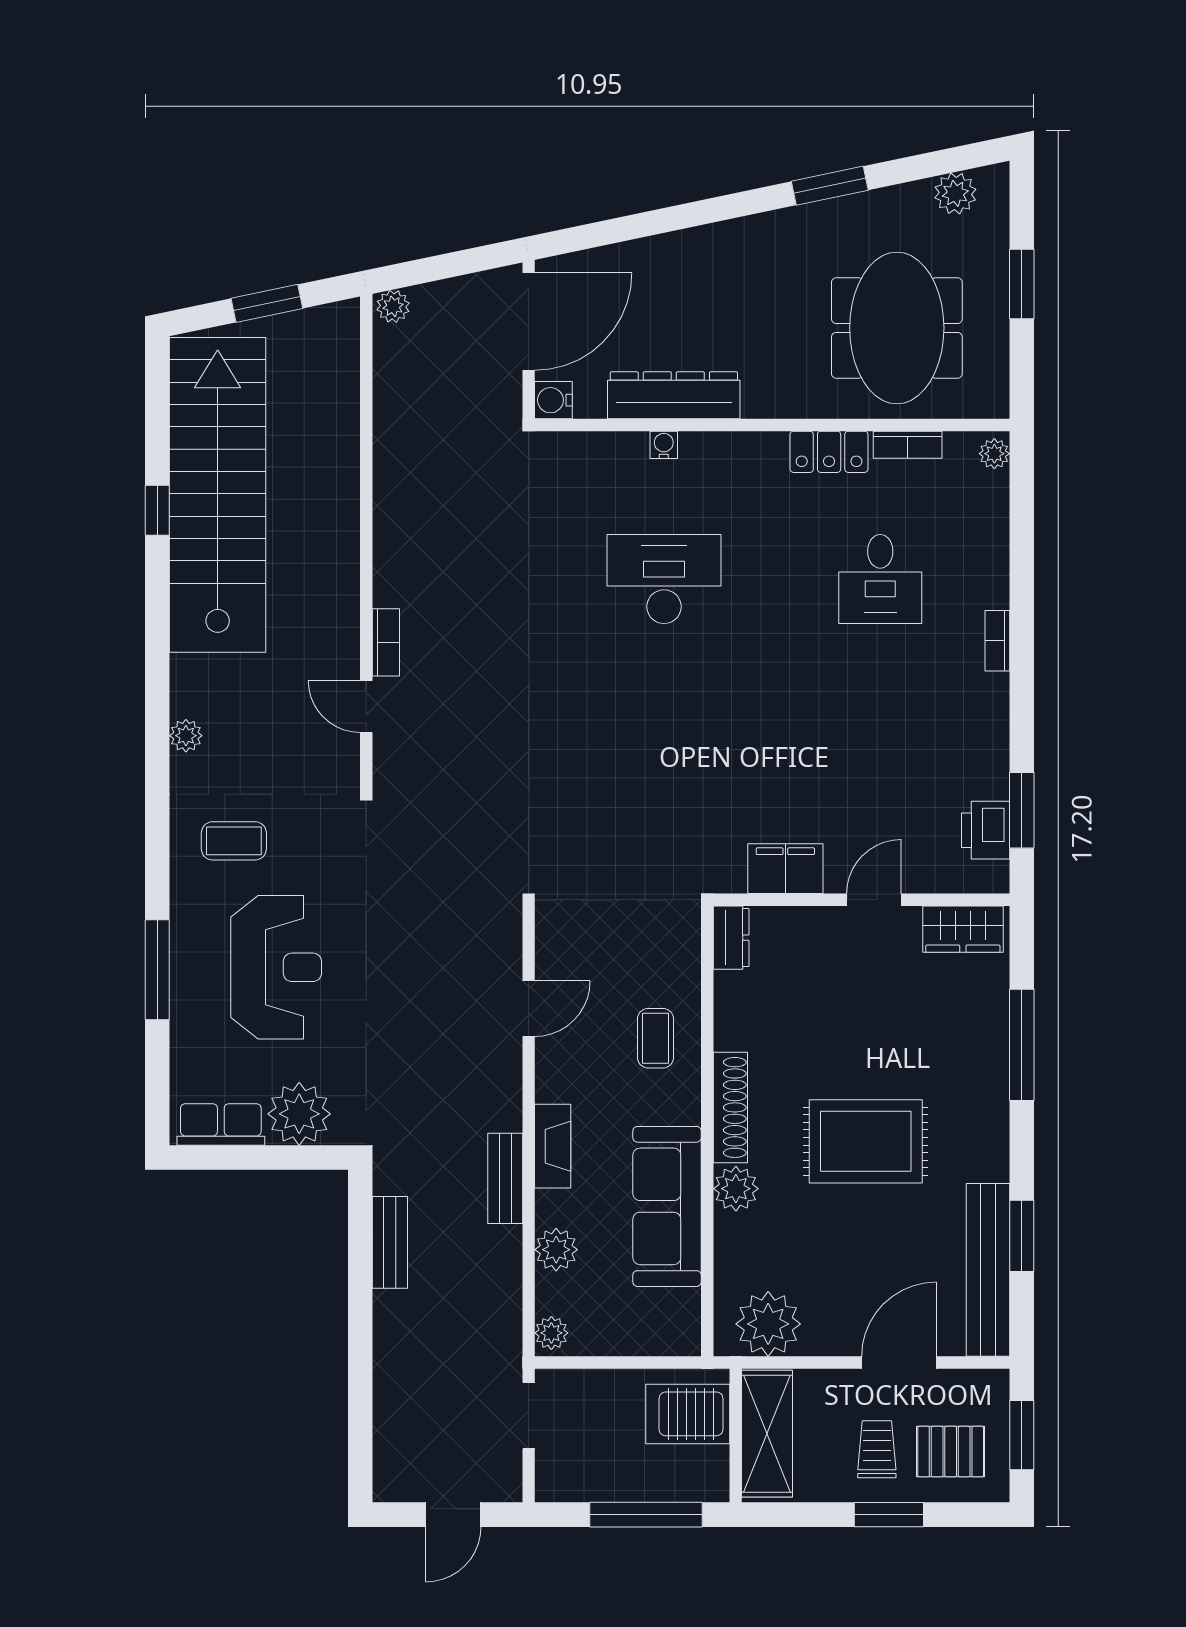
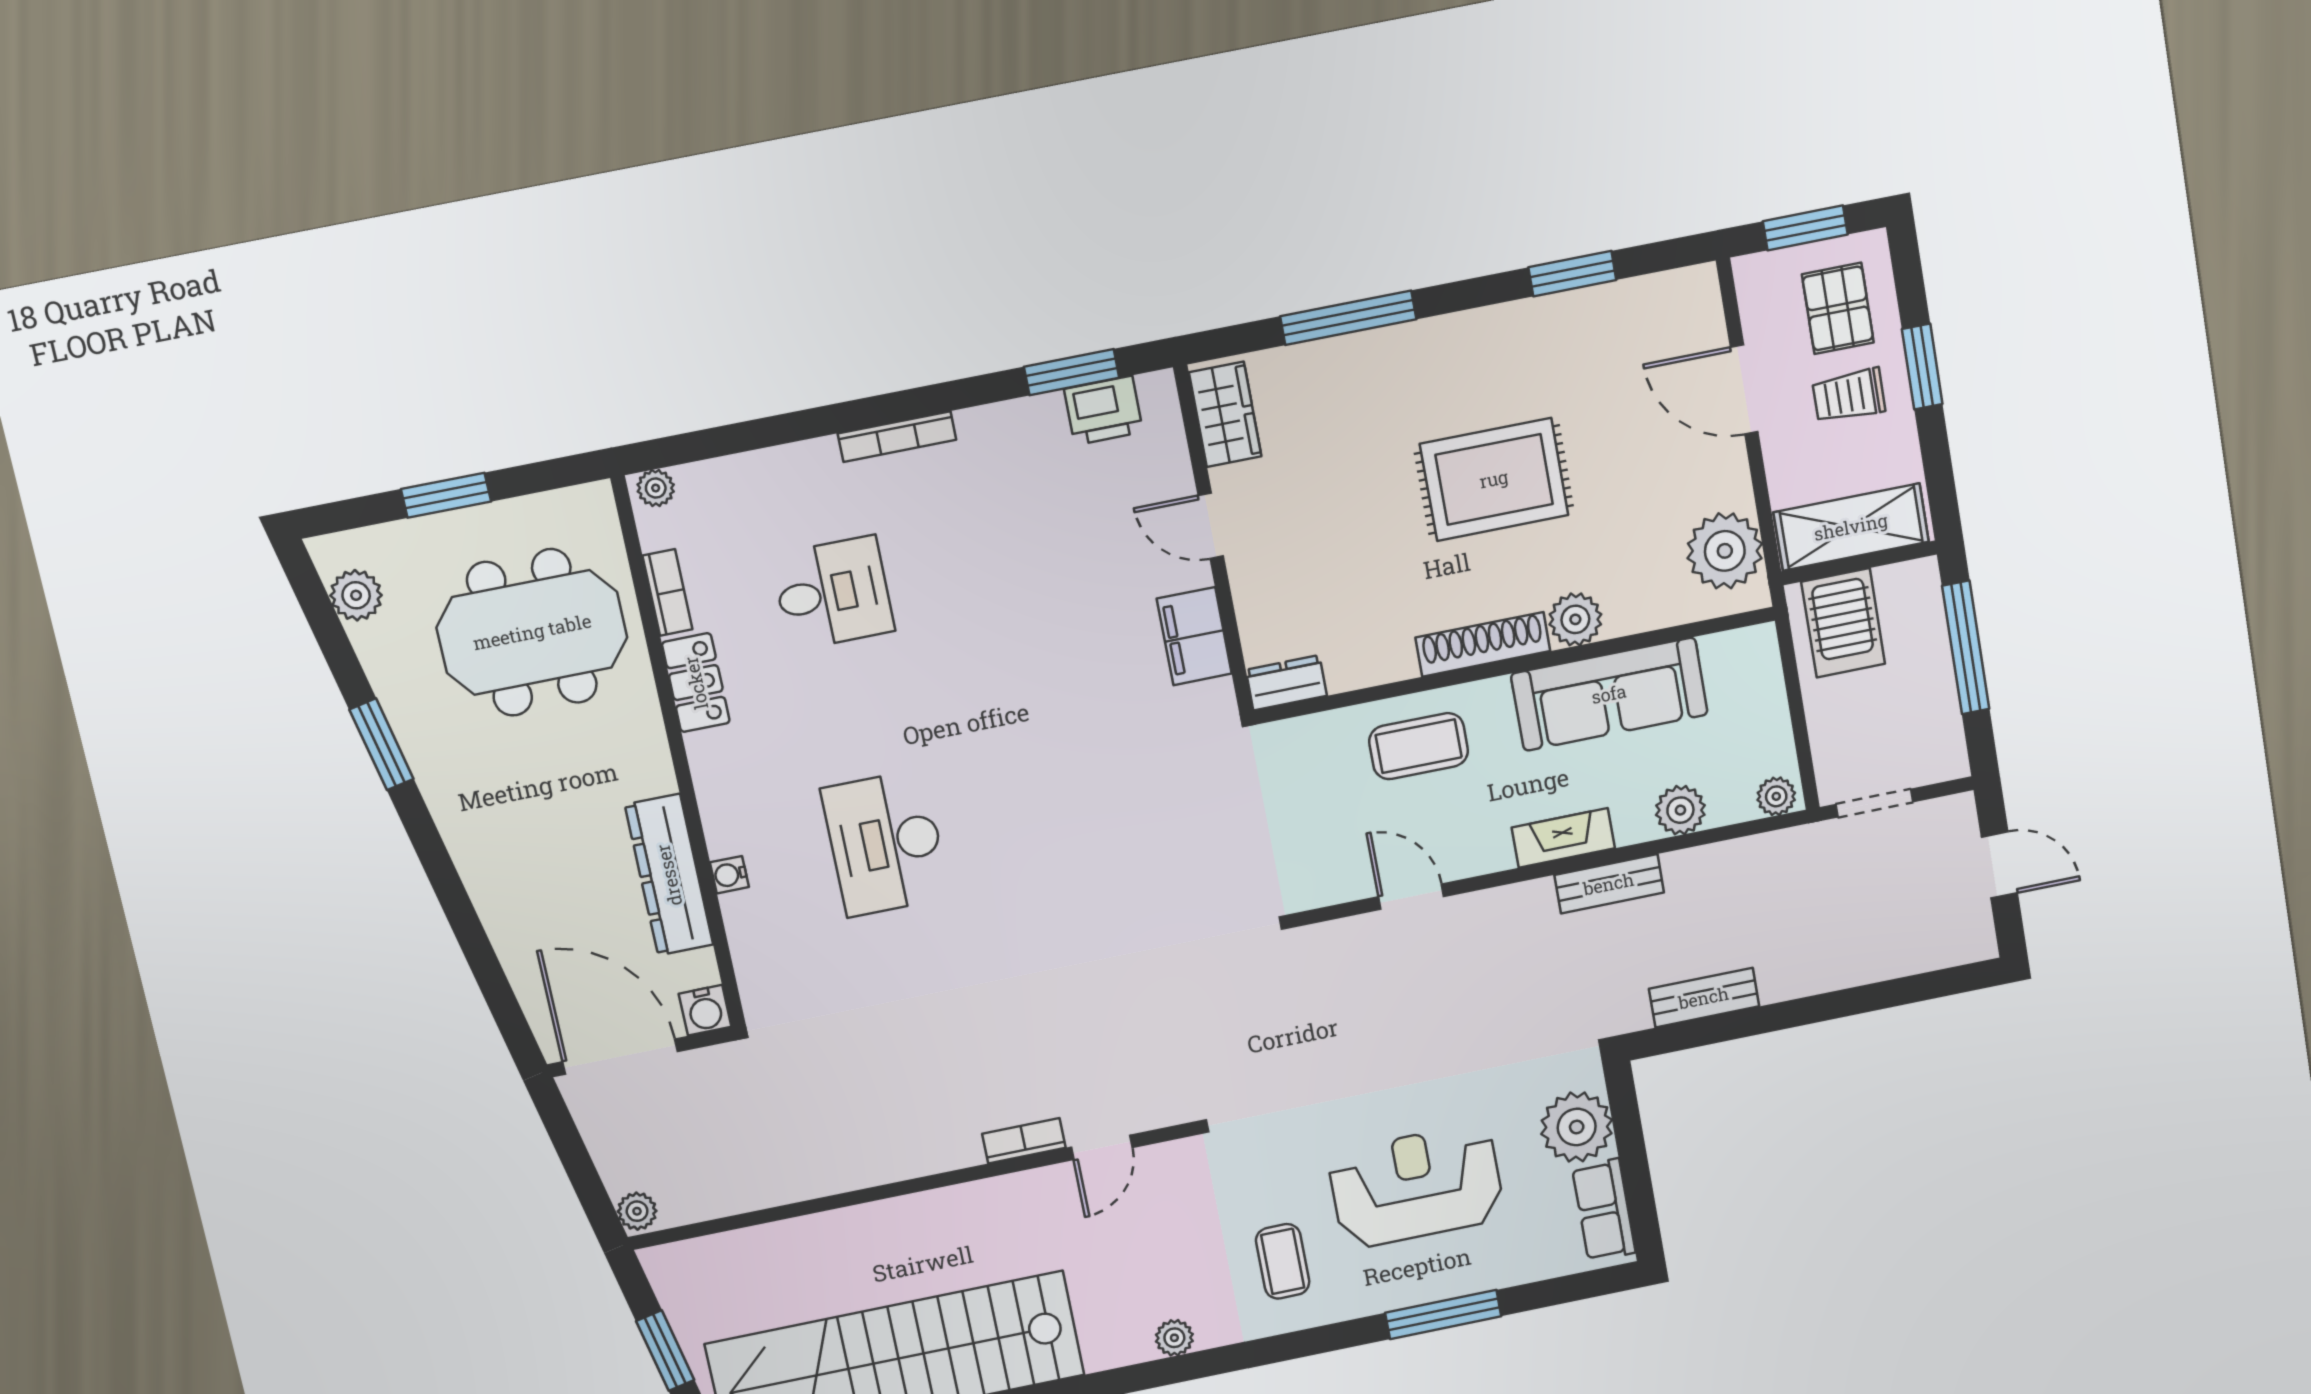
bookcase: (997, 641) -> (897, 437), width x1.56
coffee table: (655, 1038) -> (1419, 746), width x1.36, depth x1.30
rug: (866, 1141) -> (1494, 479), turned 90
bench: (988, 1270) -> (1619, 306), removed

